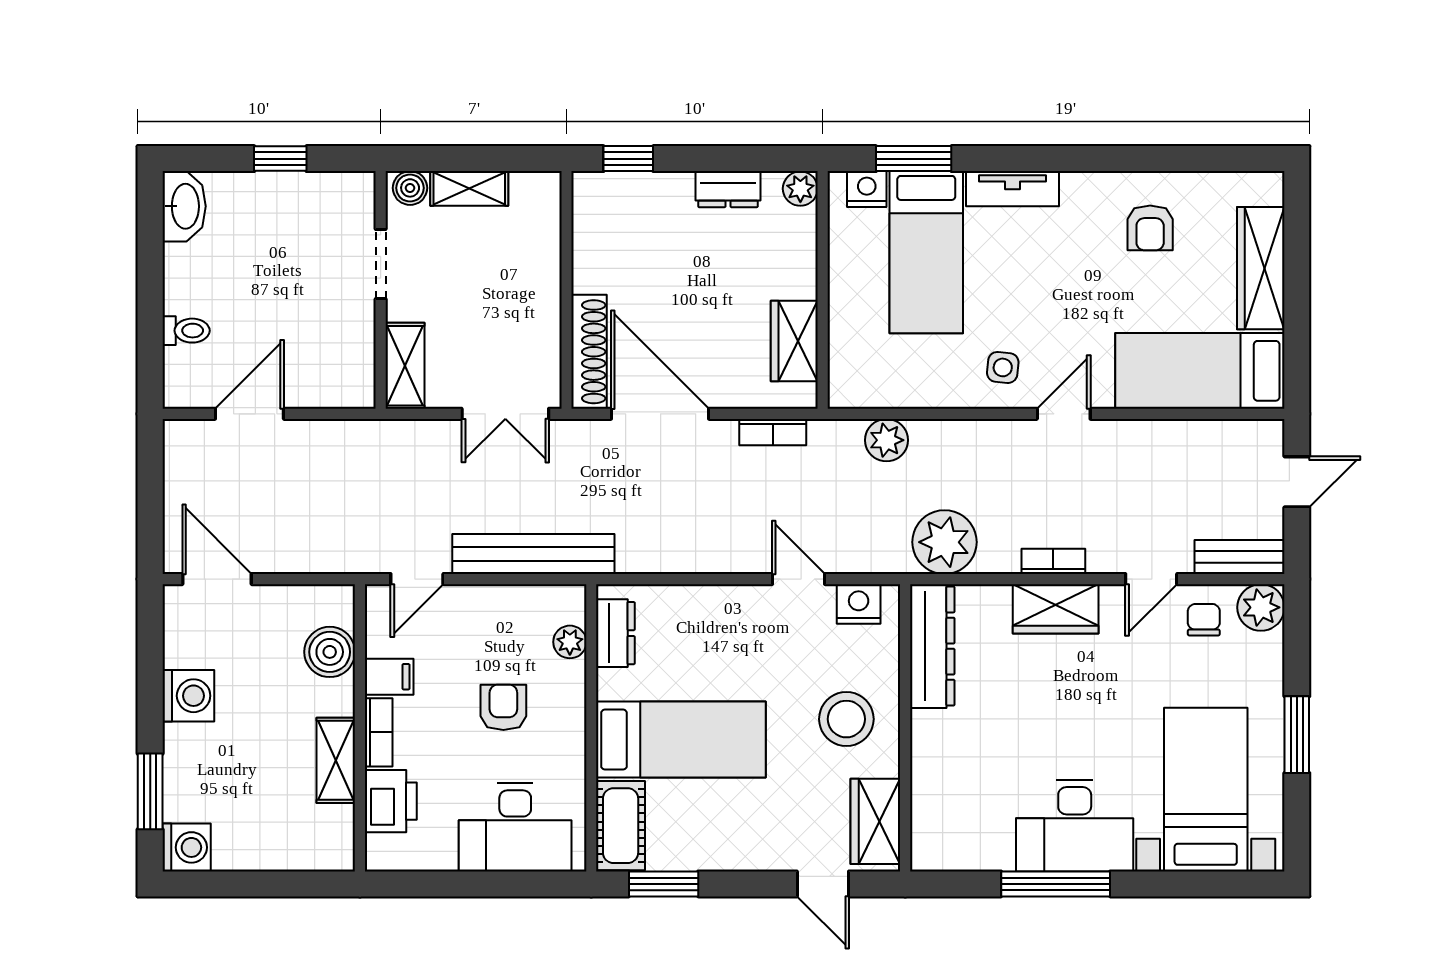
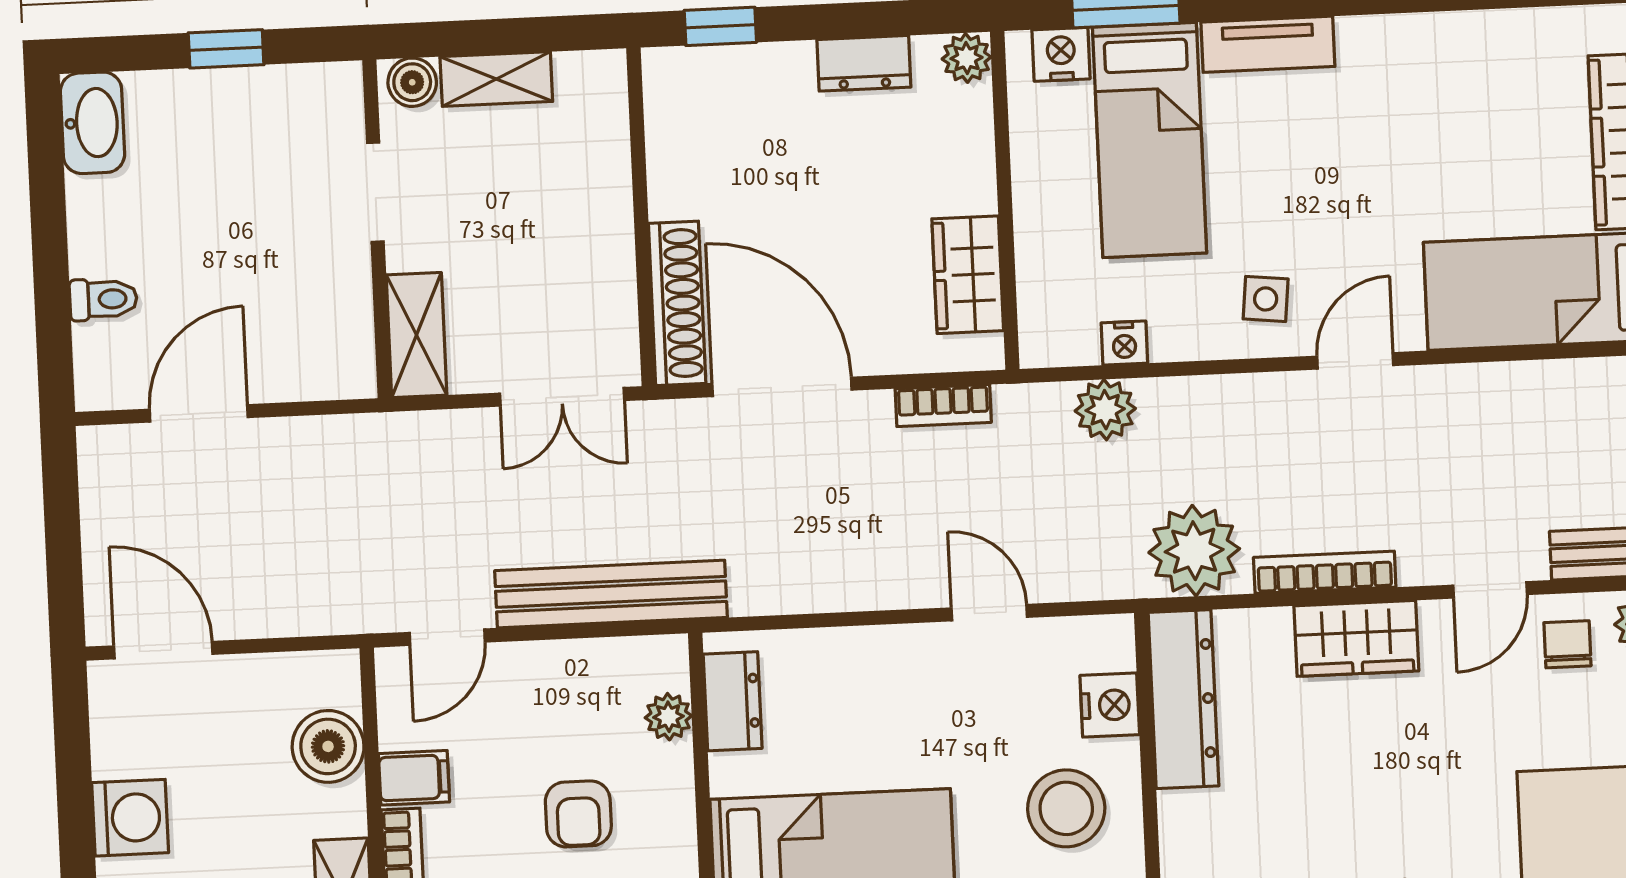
armchair: (1150, 228) -> (1466, 91), removed
nightstand: (902, 394) -> (1124, 343), added
bookcase: (1053, 561) -> (1325, 572), width x1.56
nightstand: (859, 604) -> (1110, 705), moved, turned 90
armchair: (503, 707) -> (578, 814), turned 180

